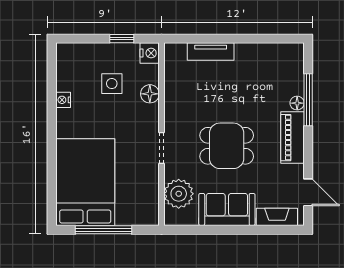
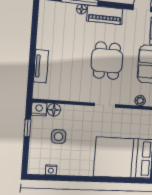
floor lamp: (150, 94) -> (54, 110), moved
nightstand: (63, 100) -> (51, 170), moved
plant: (179, 194) -> (140, 101), width x0.53, depth x0.53

